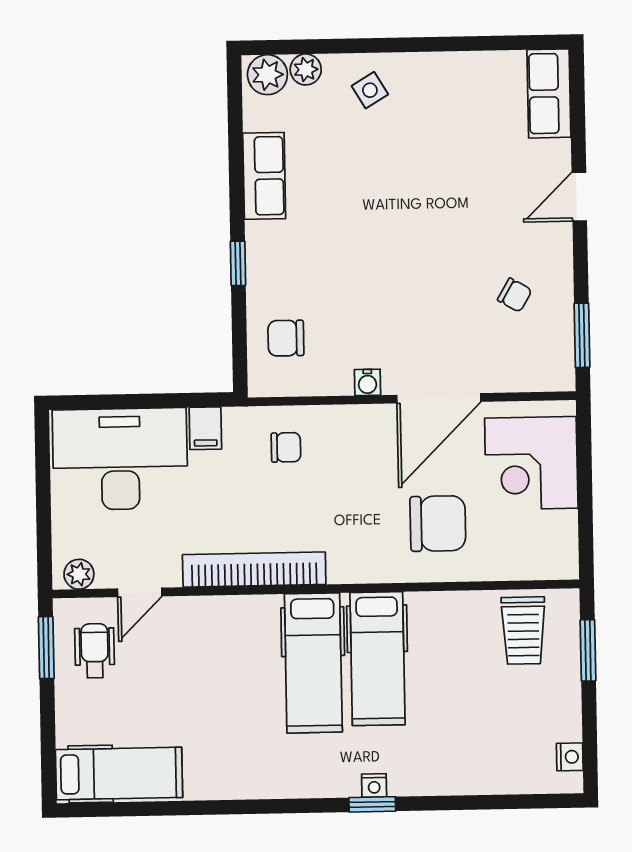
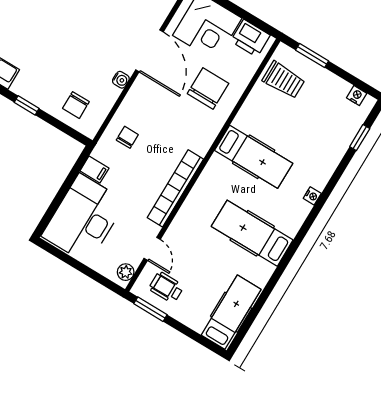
printer: (555, 540) -> (250, 38), added
hospital bed: (313, 663) -> (252, 233), moved, turned 180
window: (372, 804) -> (360, 138), moved

